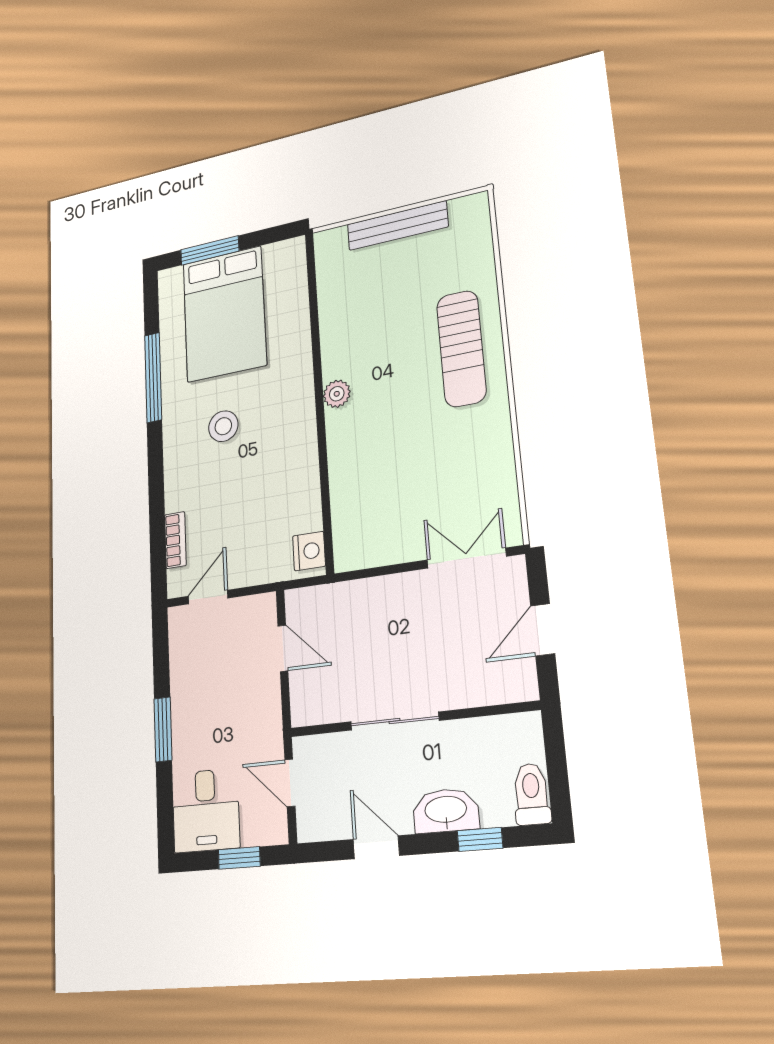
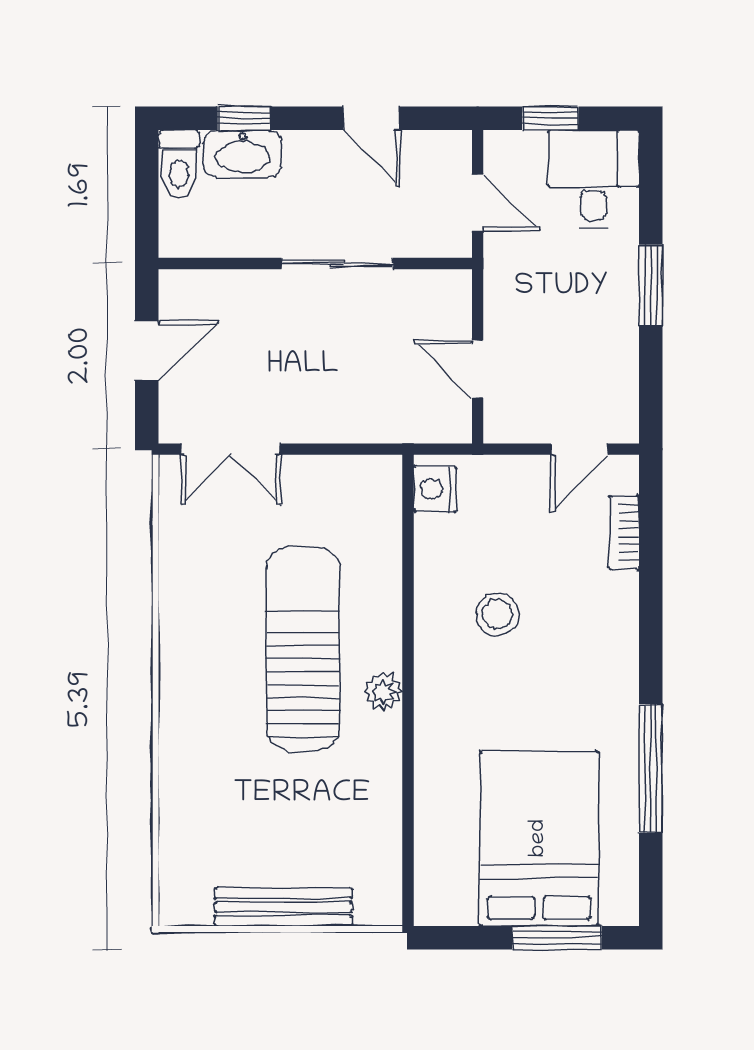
sun lounger: (461, 348) -> (303, 648), moved, width x1.36, depth x1.34
stool: (223, 426) -> (497, 614), moved
washbasin: (446, 811) -> (243, 154), moved

